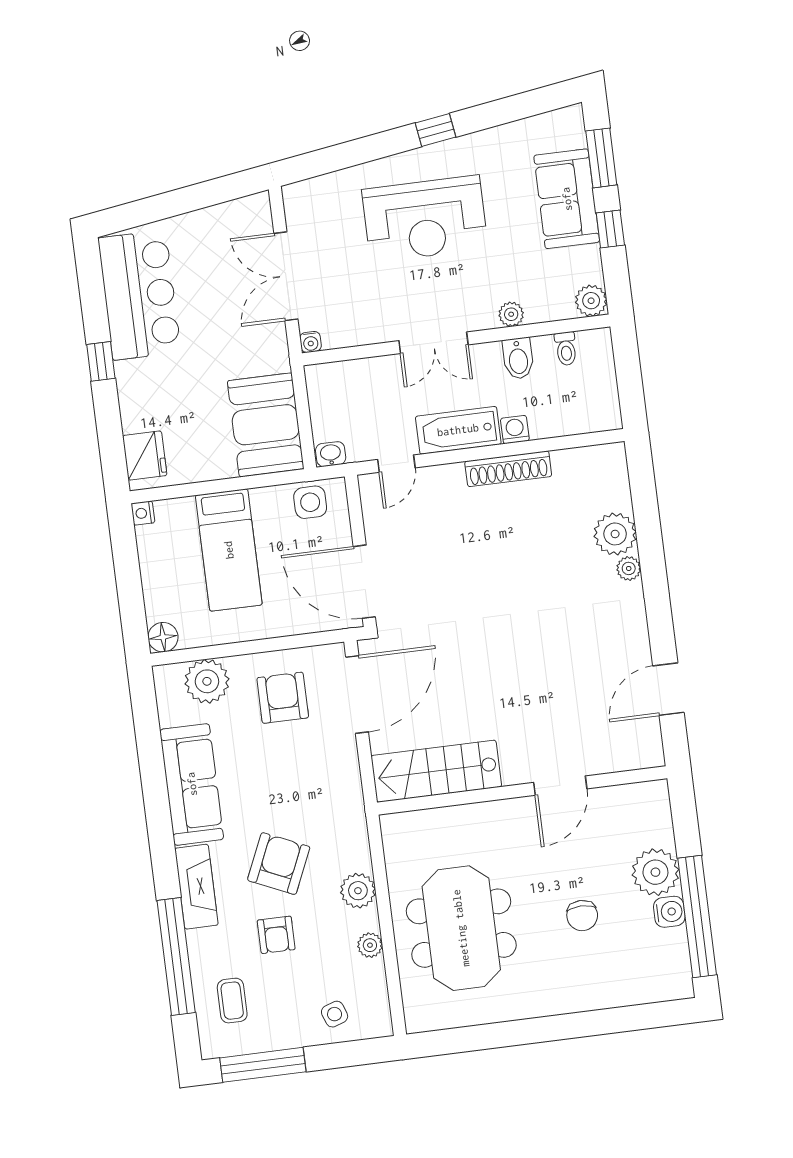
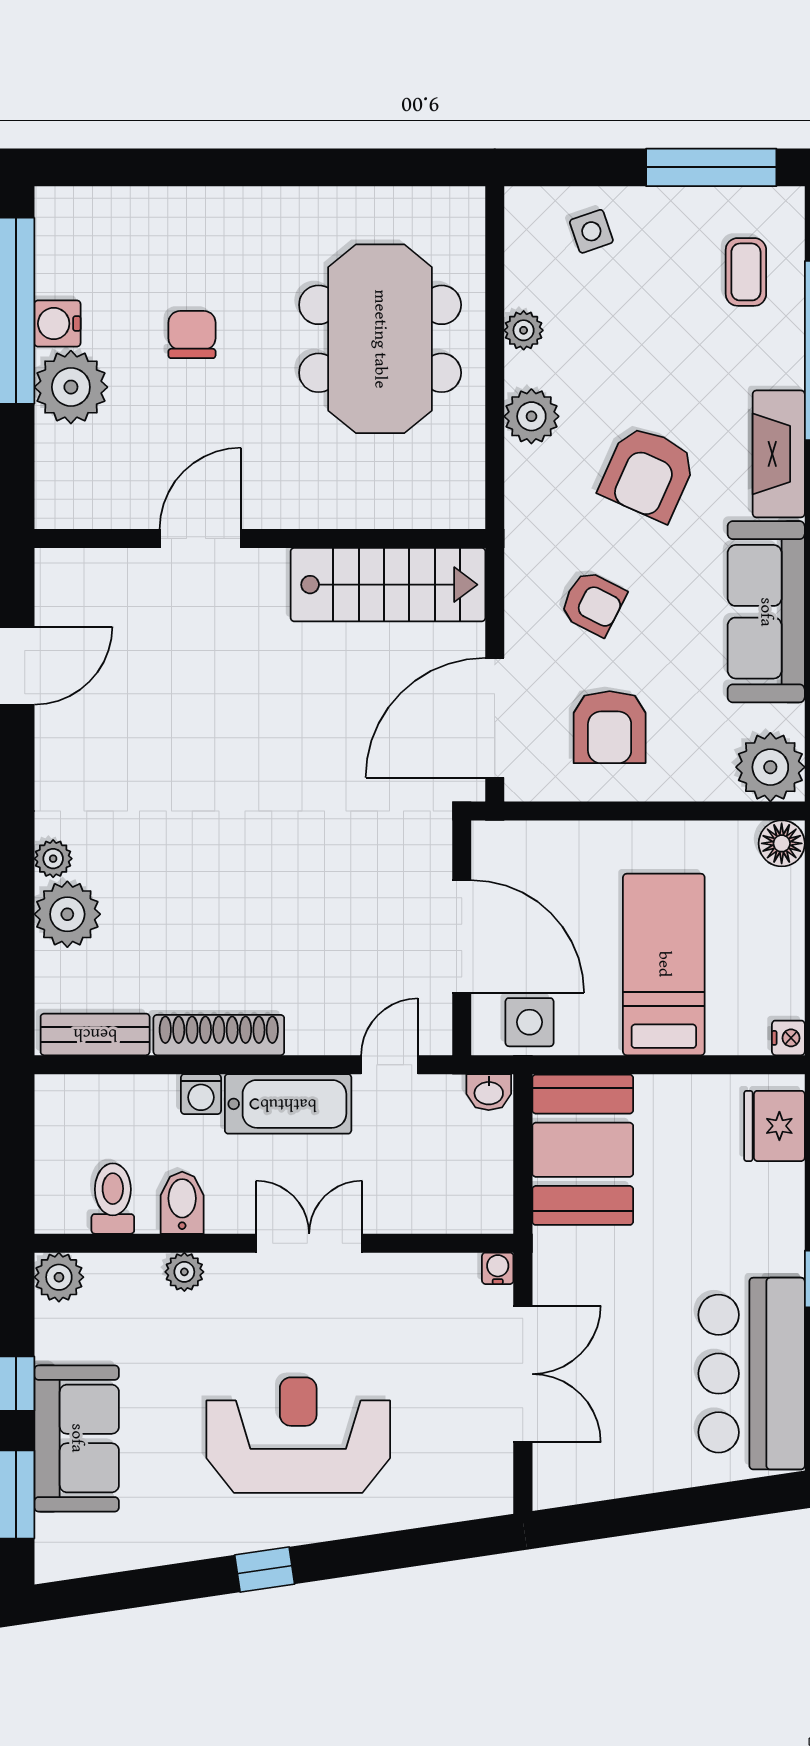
toilet: (566, 349) -> (113, 1199), width x1.37, depth x1.39
bench: (588, 459) -> (95, 1034), added
door: (364, 582) -> (462, 937), moved
plant: (207, 681) -> (770, 767), moved
armchair: (276, 935) -> (593, 603), moved, turned 117

